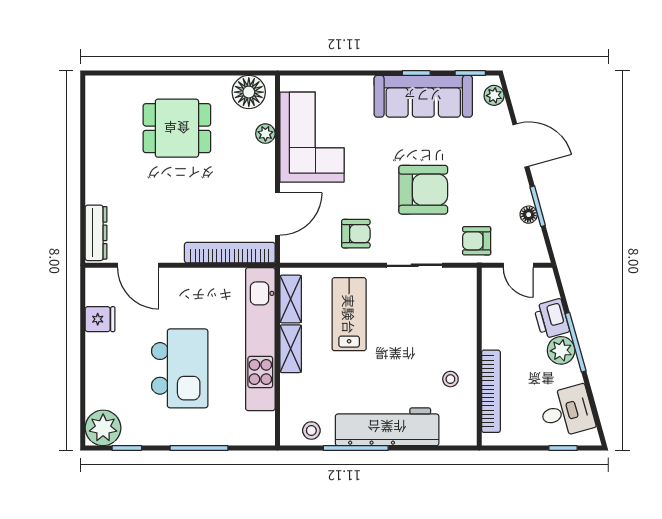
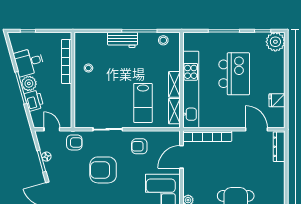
kitchen island: (180, 368) -> (234, 74), turned 180
desk: (567, 411) -> (29, 62), moved
workbench: (387, 427) -> (123, 40), width x0.53, depth x0.76

